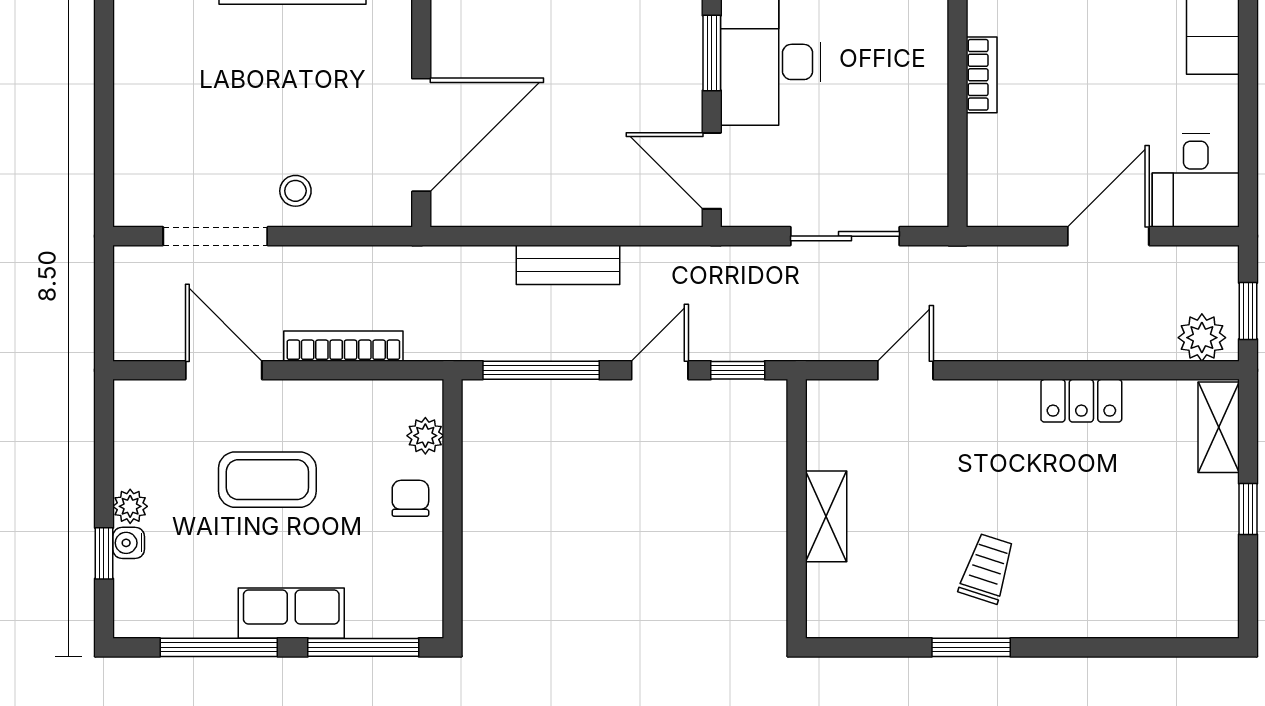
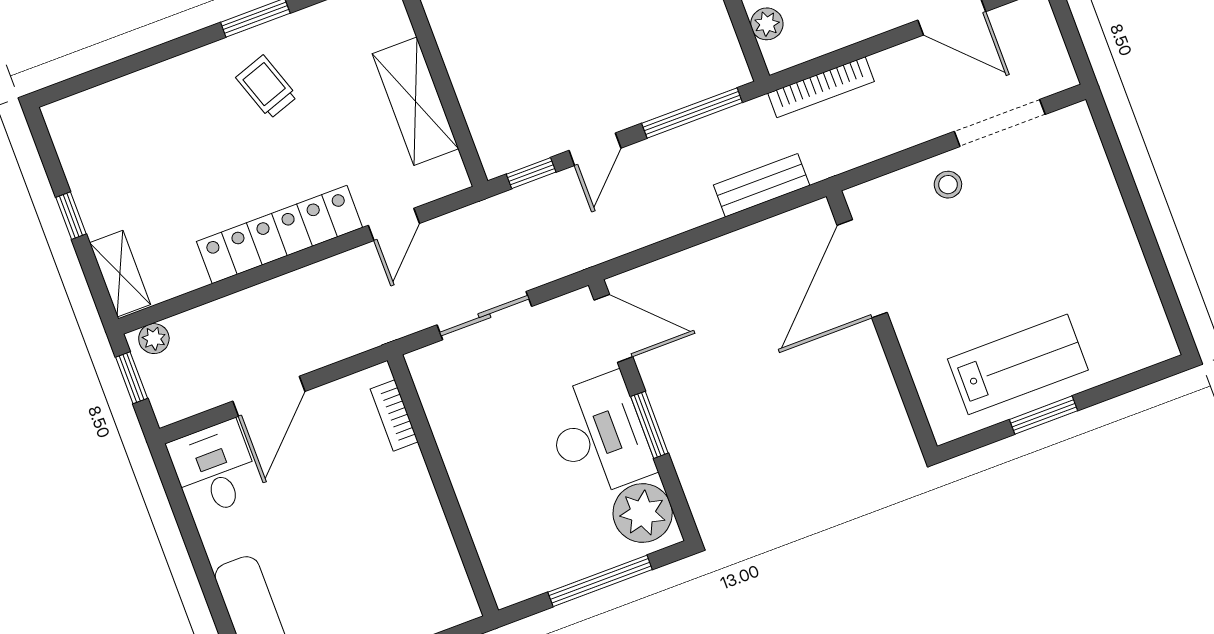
bookcase: (982, 75) -> (394, 415), moved
bench: (568, 265) -> (762, 185), moved
plant: (1202, 338) -> (154, 339), width x0.73, depth x0.73
bookcase: (343, 346) -> (821, 87), moved
locker: (1081, 401) -> (280, 235), width x2.16, depth x1.21
shelving: (826, 516) -> (415, 101), width x1.50, depth x1.33
trolley: (987, 569) -> (267, 87), turned 143

